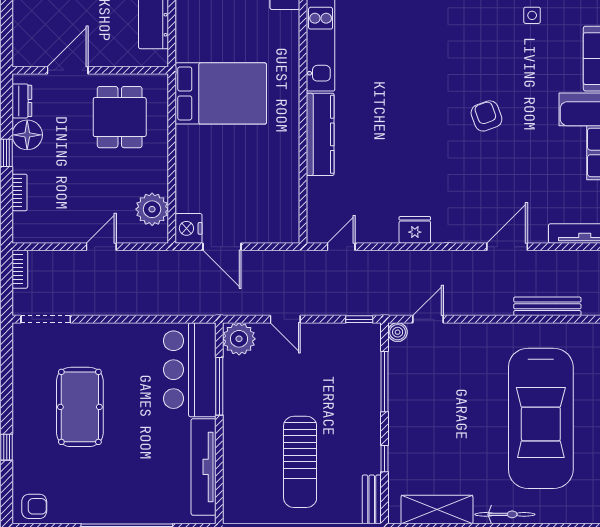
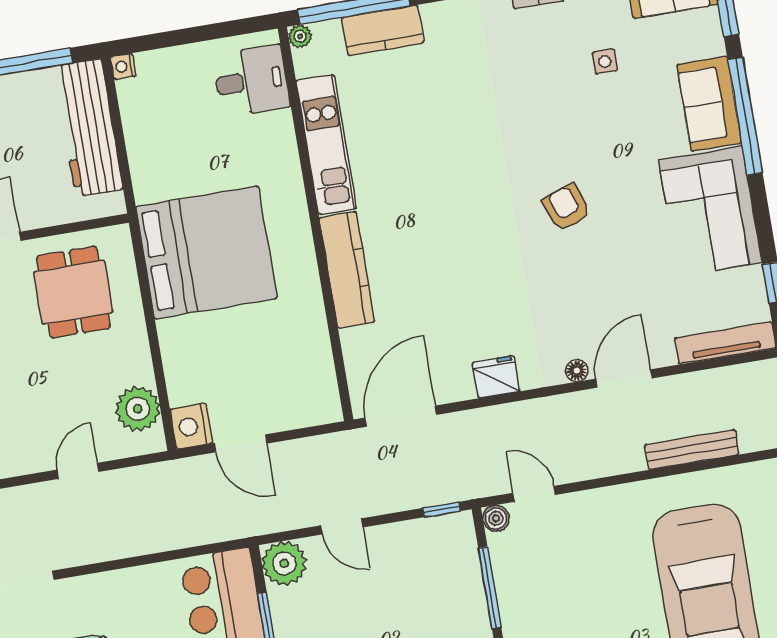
bed: (221, 93) -> (206, 253), width x1.36
floor lamp: (474, 235) -> (577, 371), added
door: (341, 247) -> (401, 416), width x1.88
door: (428, 319) -> (534, 494), hinge flipped

